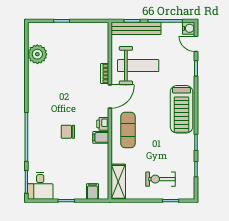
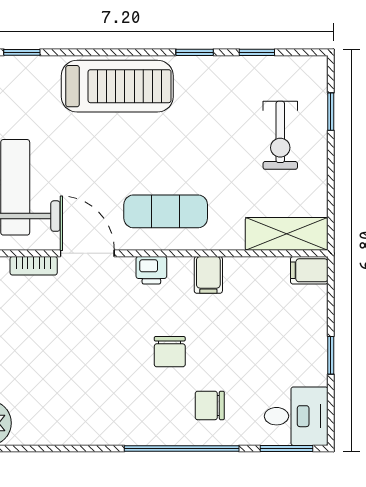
filing cabinet: (101, 137) -> (208, 275), moved
chair: (45, 149) -> (210, 405), added
filing cabinet: (93, 192) -> (309, 270), moved

